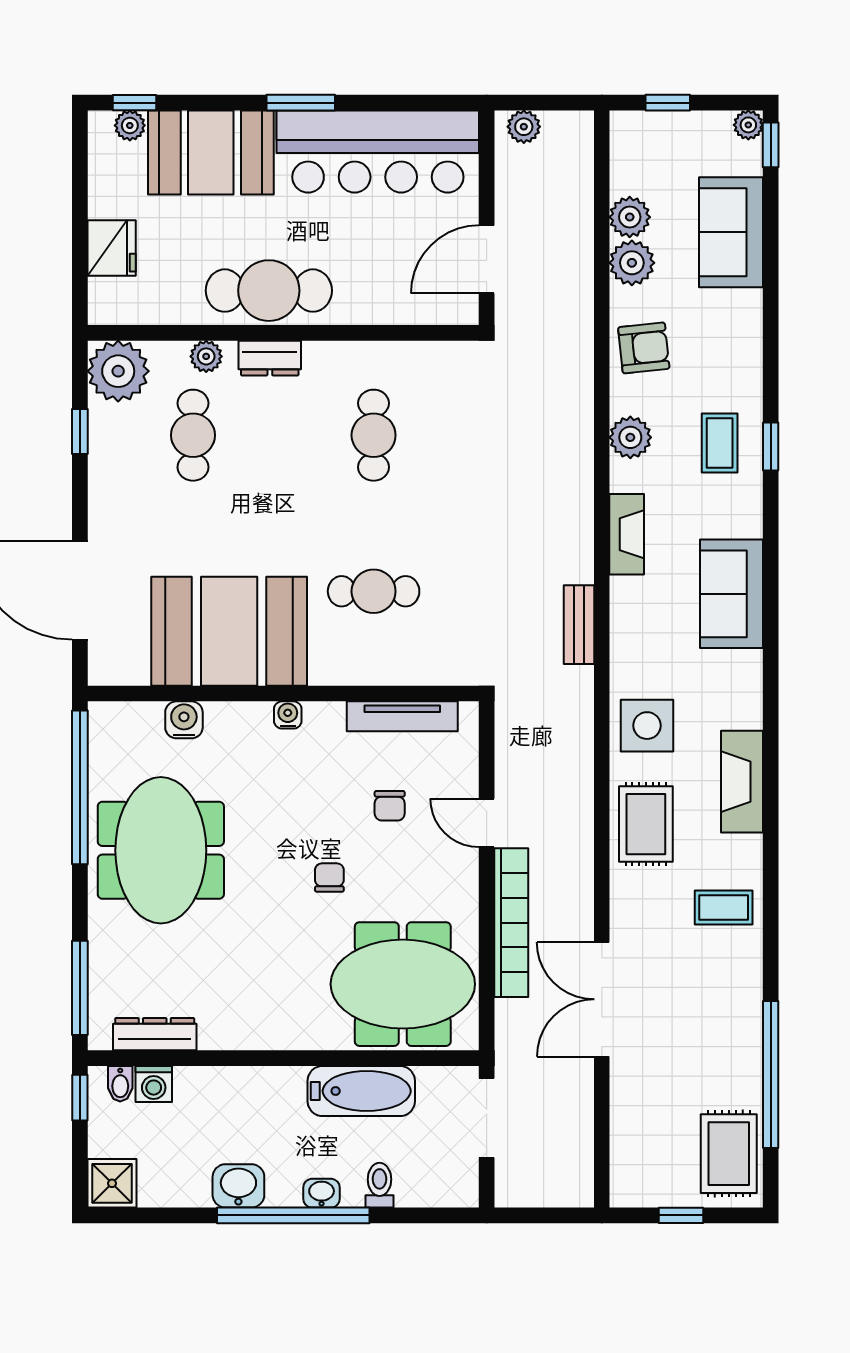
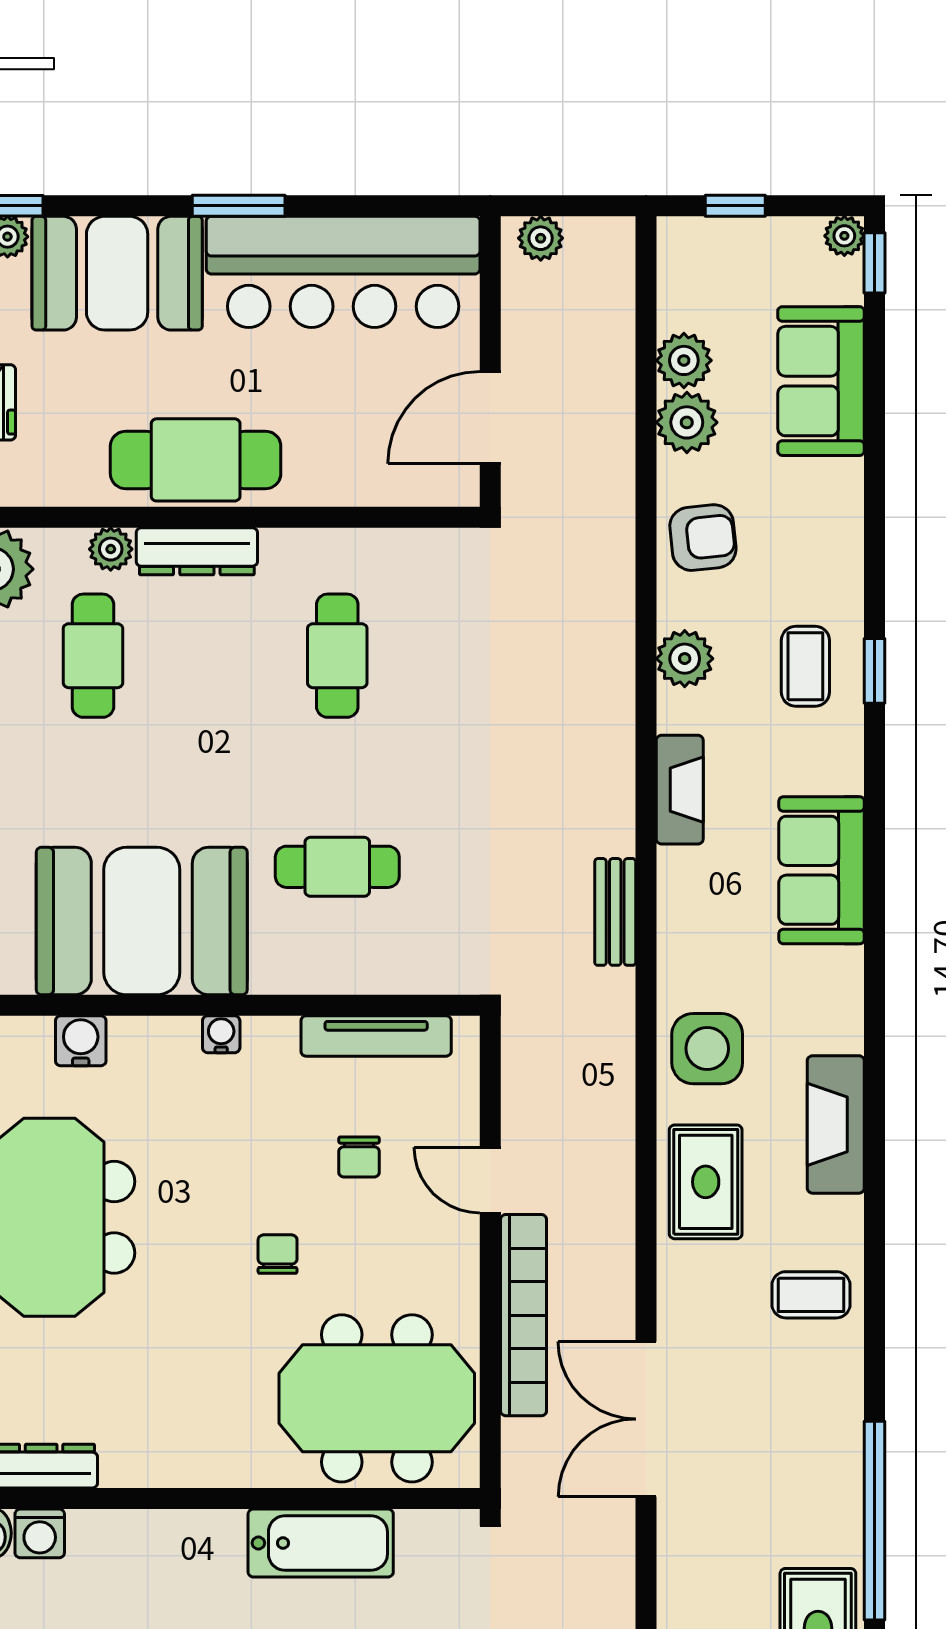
dresser: (270, 358) -> (197, 551), width x1.44

